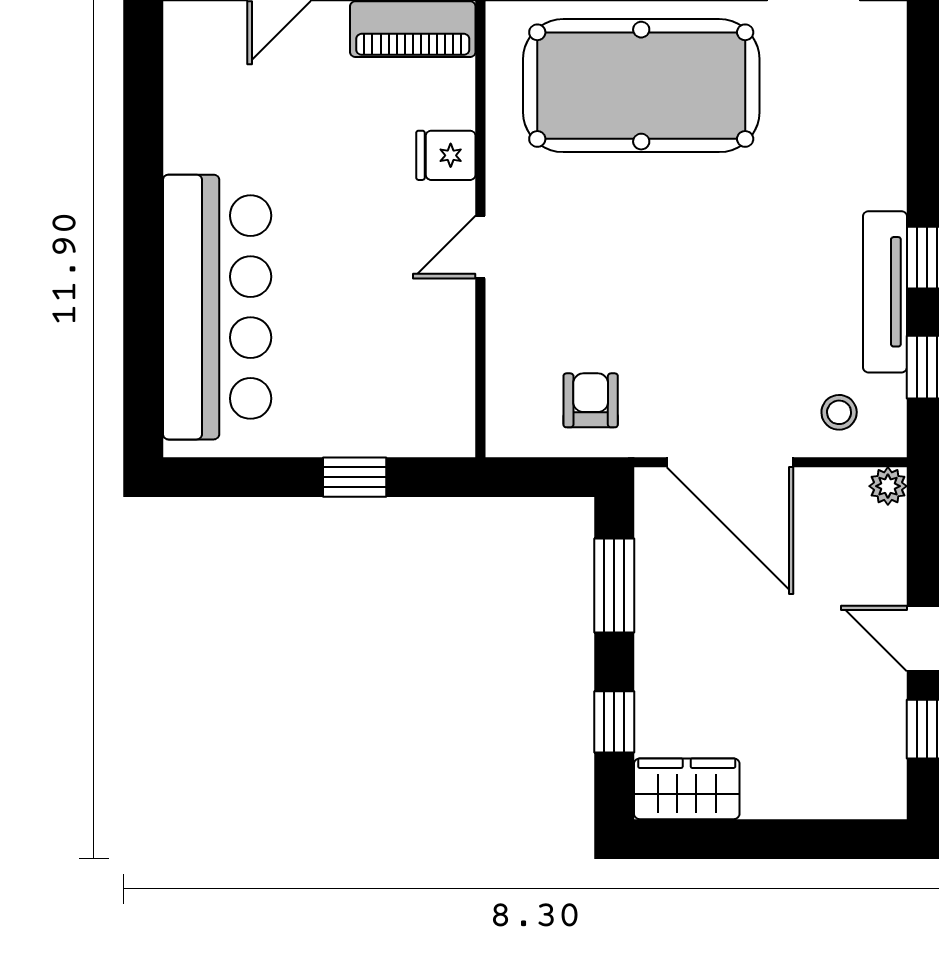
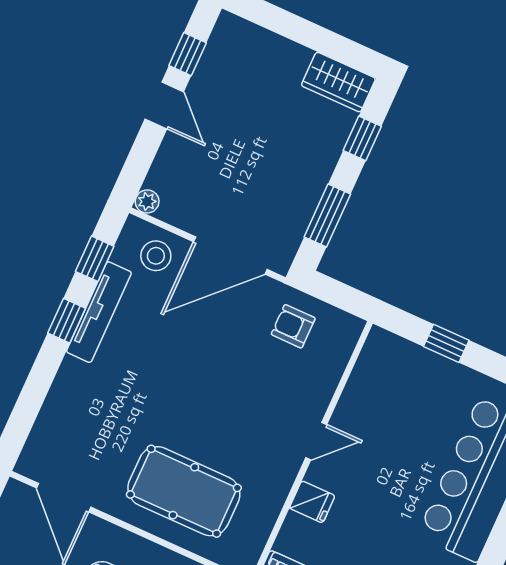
pool table: (641, 86) -> (184, 491), width x0.73, depth x0.76
armchair: (591, 400) -> (293, 326), turned 90
stool: (839, 412) -> (156, 256), width x1.37, depth x1.37
door: (730, 462) -> (230, 255), swing flipped

